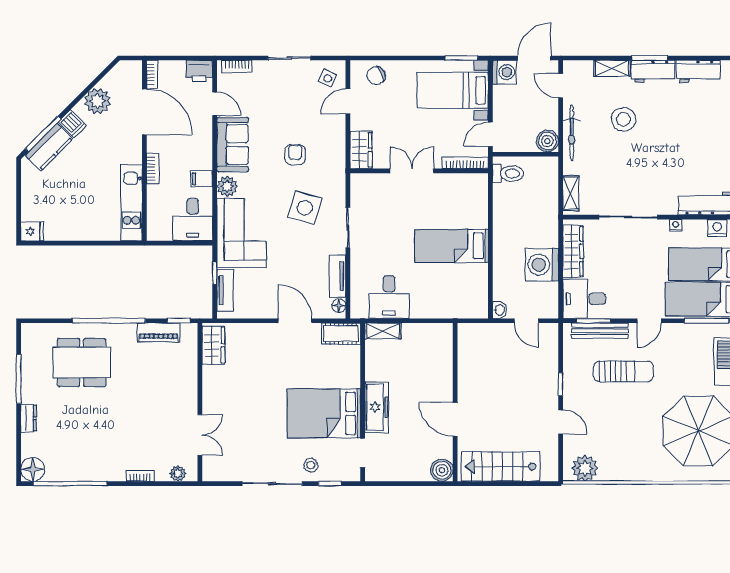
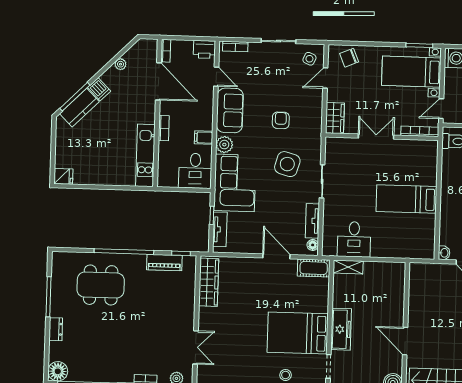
plant: (97, 101) -> (120, 64), width x0.53, depth x0.53
wardrobe: (213, 345) -> (209, 282), width x1.50

